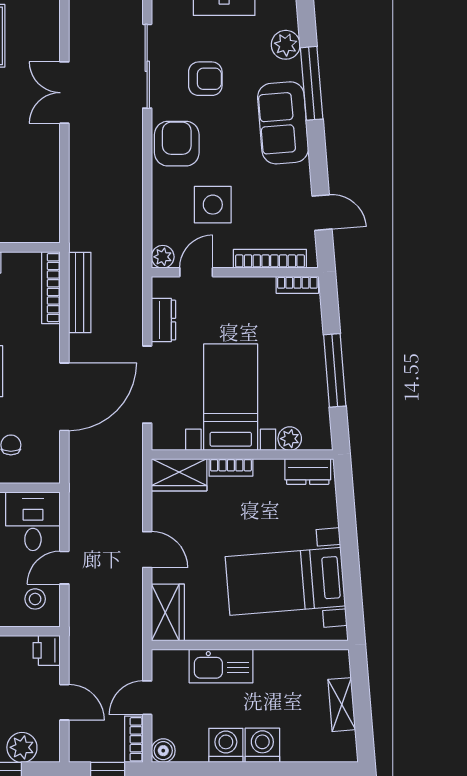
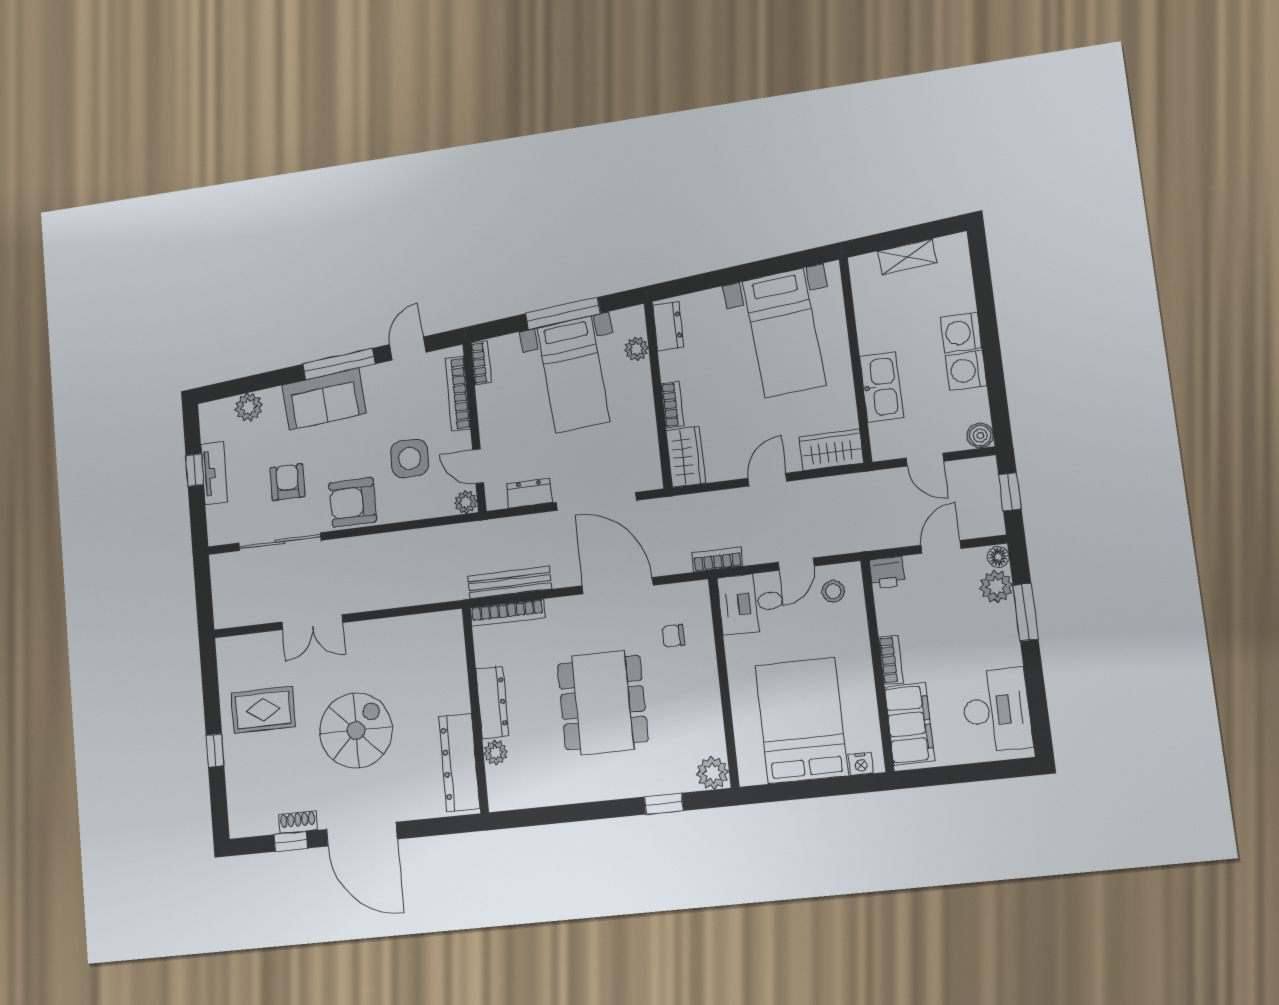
window: (312, 83) -> (339, 364), moved
bed with nightstands: (231, 397) -> (573, 374), moved, turned -95
door: (64, 568) -> (796, 564), hinge flipped
bookcase: (134, 739) -> (717, 559), moved, turned 180
floor lamp: (49, 753) -> (998, 557), added

